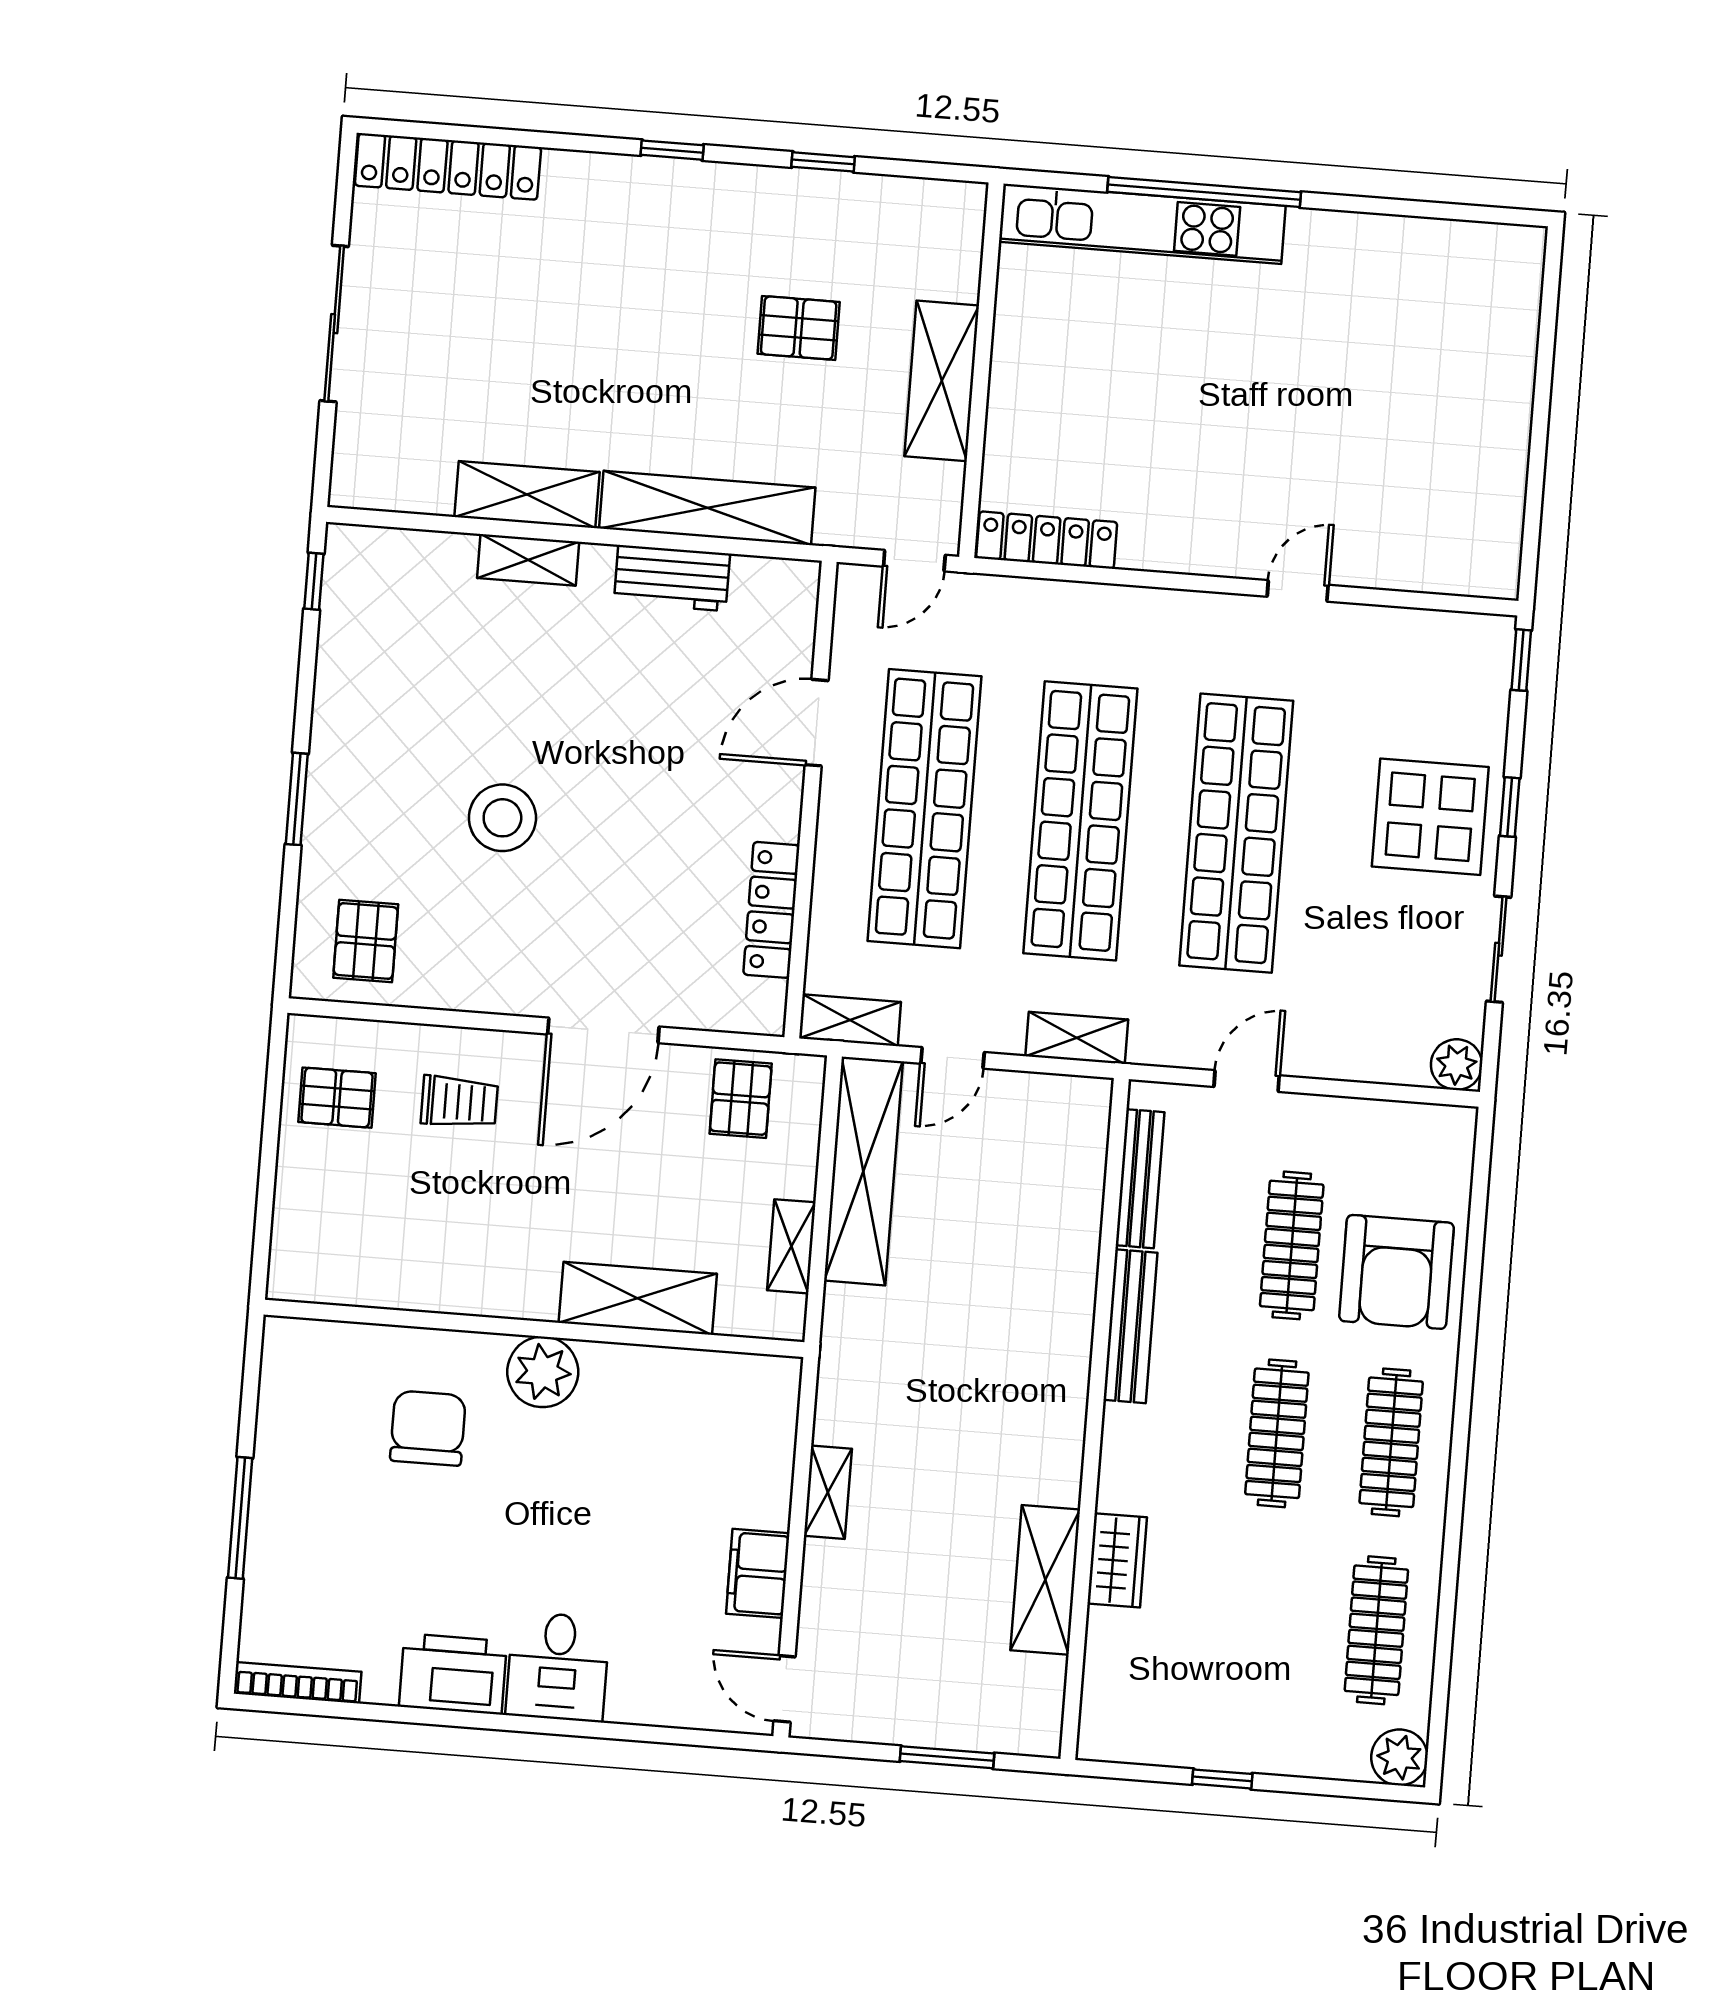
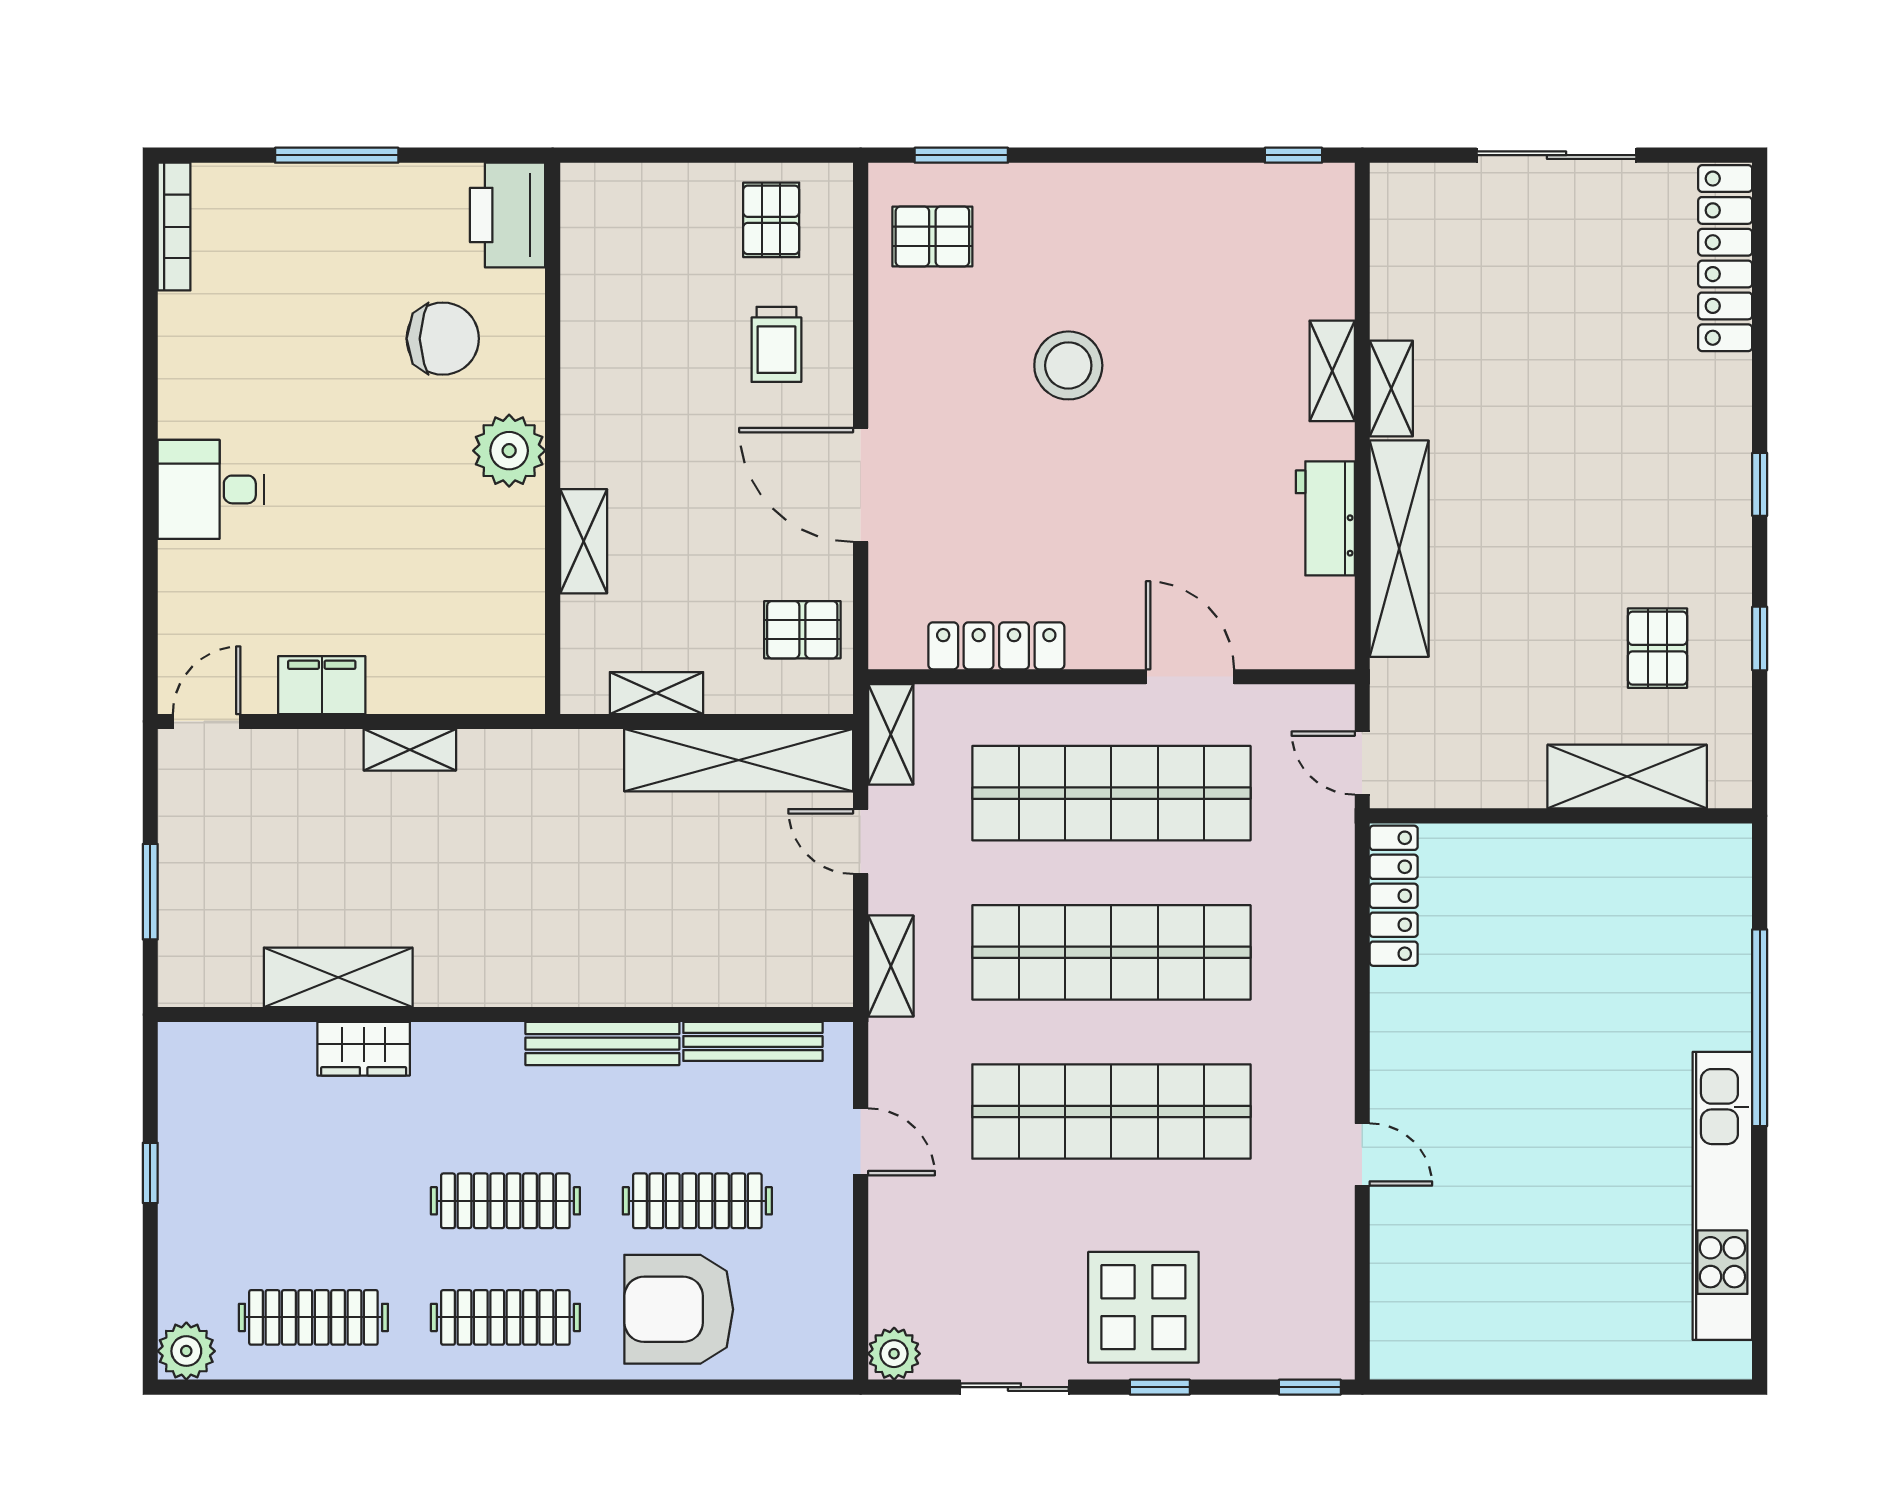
kitchen unit: (1142, 224) -> (1722, 1196), moved
pallet: (799, 328) -> (1658, 648), moved
shelving: (942, 381) -> (1627, 777), moved
shelving: (527, 495) -> (1391, 389), width x0.67, depth x0.75
window: (297, 799) -> (961, 155), moved
shelving: (638, 1298) -> (584, 541), width x0.67, depth x0.75
printer: (453, 1674) -> (508, 215), moved, turned 180

